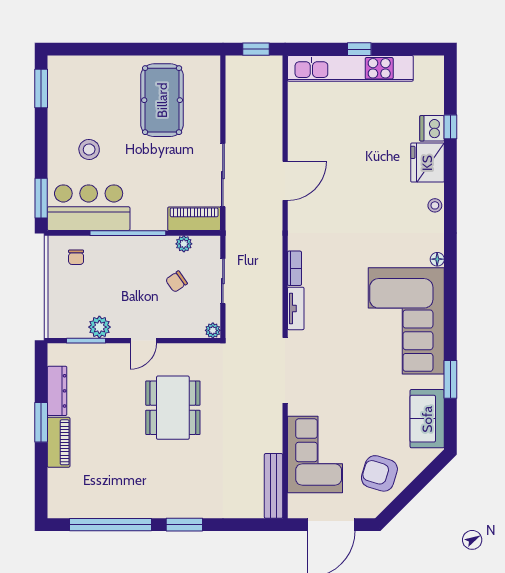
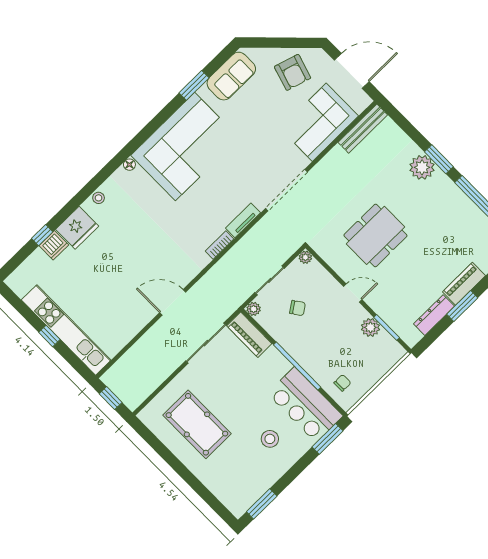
pool table: (162, 100) -> (197, 424), turned 90
plant: (184, 244) -> (254, 309), moved
plant: (192, 504) -> (422, 167), added

